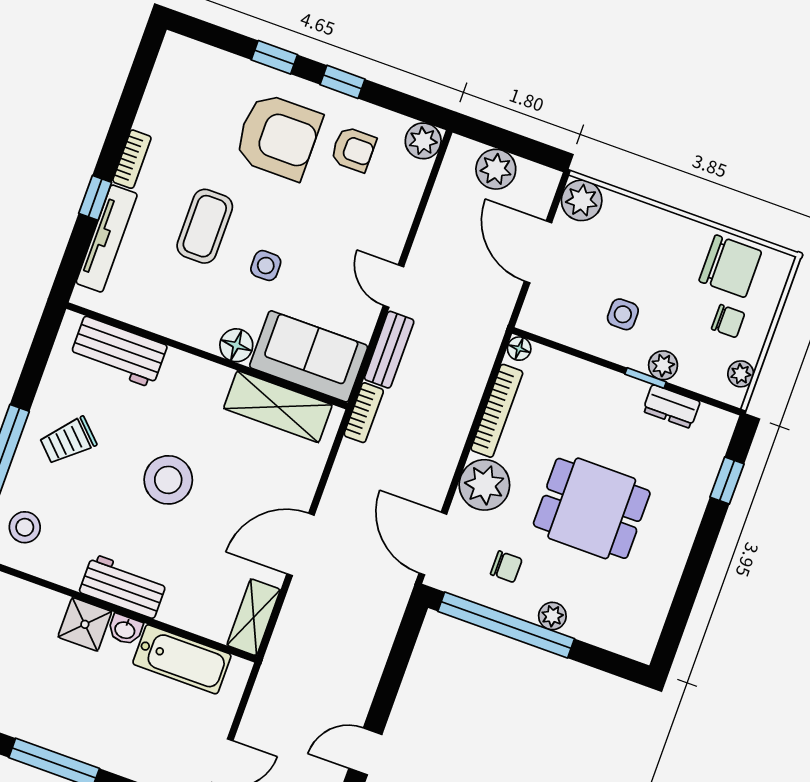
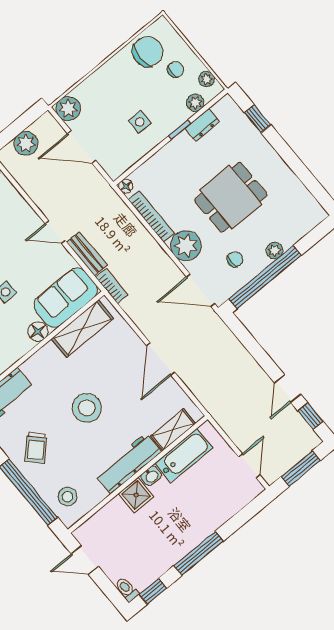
plant: (663, 365) -> (195, 103), moved
workbench: (123, 586) -> (128, 464), width x1.38
shelving: (254, 617) -> (173, 430), moved, turned 90

